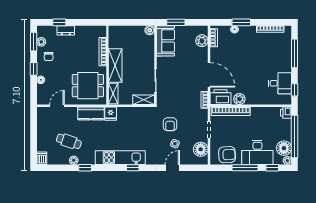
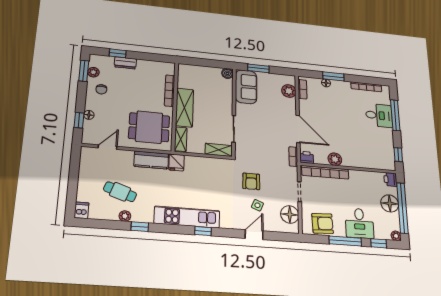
window: (34, 69) -> (79, 120), moved
desk: (280, 83) -> (379, 115), moved
printer: (221, 97) -> (307, 157), width x0.53, depth x0.68
floor lamp: (284, 148) -> (390, 203), moved
desk: (257, 152) -> (359, 223), width x0.73

